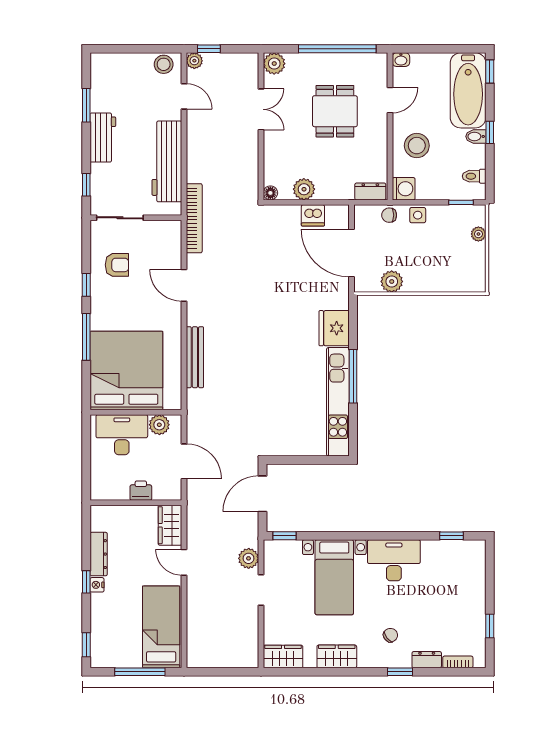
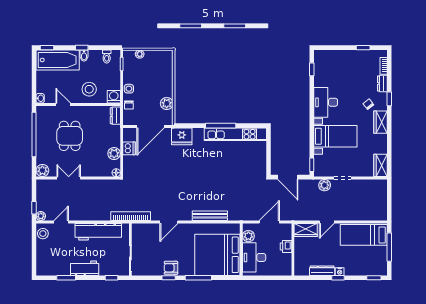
dining table: (335, 111) -> (70, 136), turned 90
armchair: (117, 265) -> (171, 268), moved, turned -90
fridge: (334, 328) -> (182, 136), moved
wardrobe: (337, 656) -> (380, 122), moved

